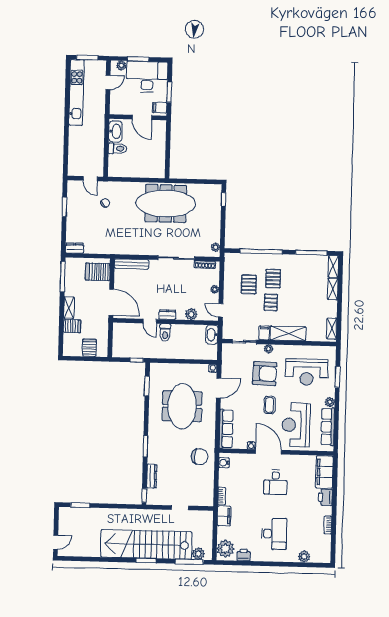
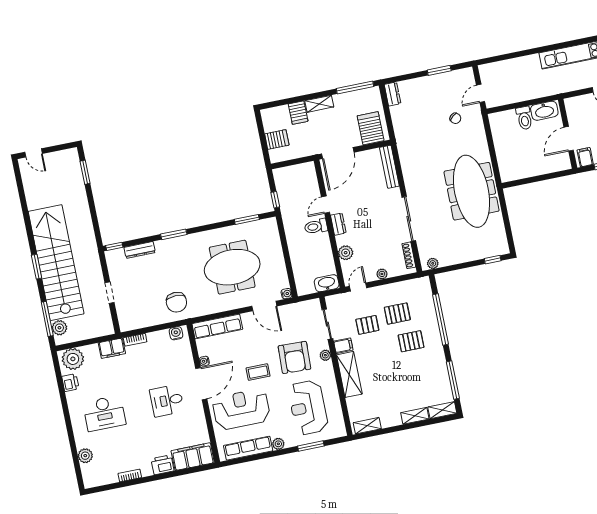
pallet: (271, 302) -> (367, 325), moved

